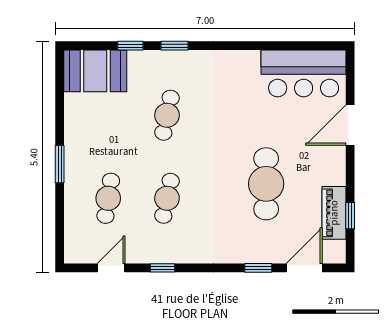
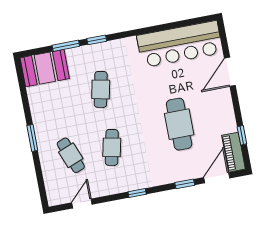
window: (130, 46) -> (66, 46), width x1.50
bar counter: (304, 73) -> (180, 44), width x1.36
cafe table: (108, 198) -> (71, 155), turned -30
piano: (334, 213) -> (234, 152), moved
window: (163, 268) -> (137, 193), moved

